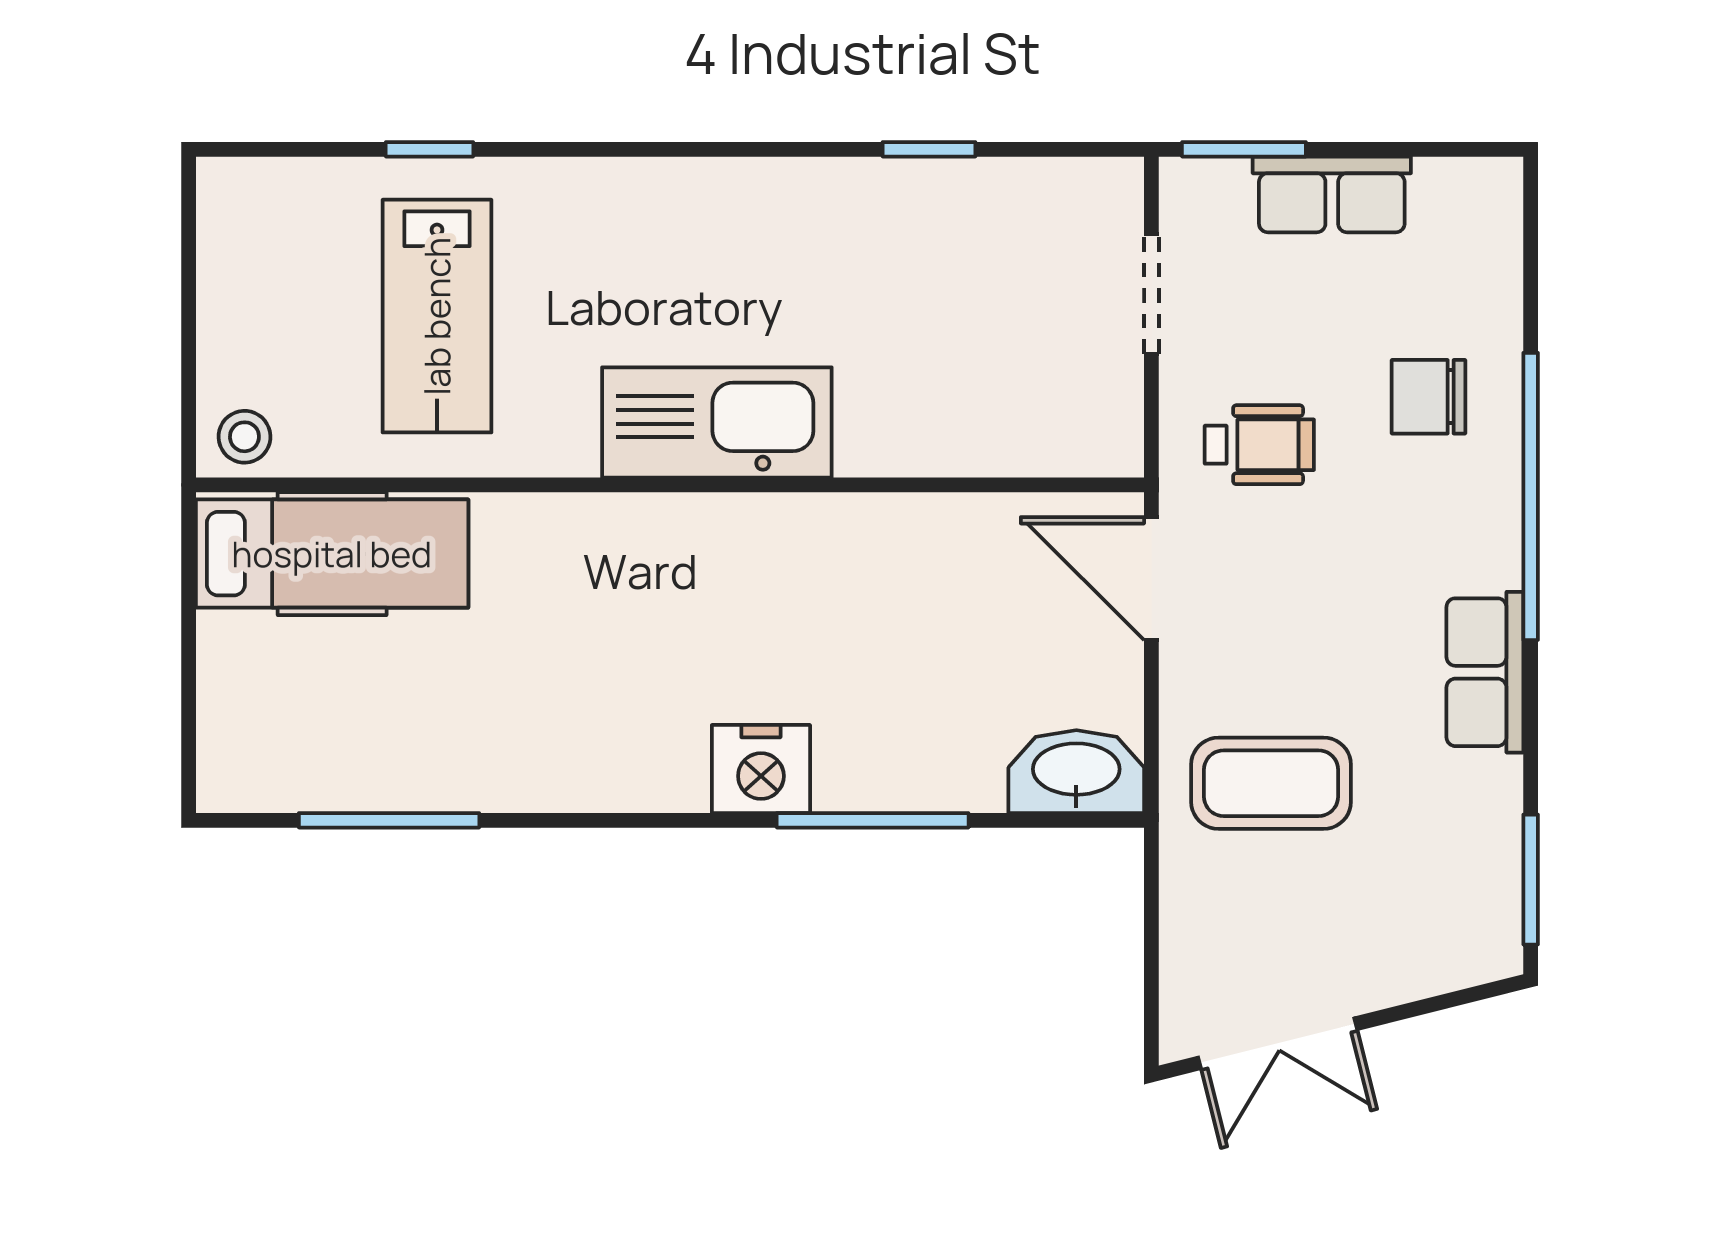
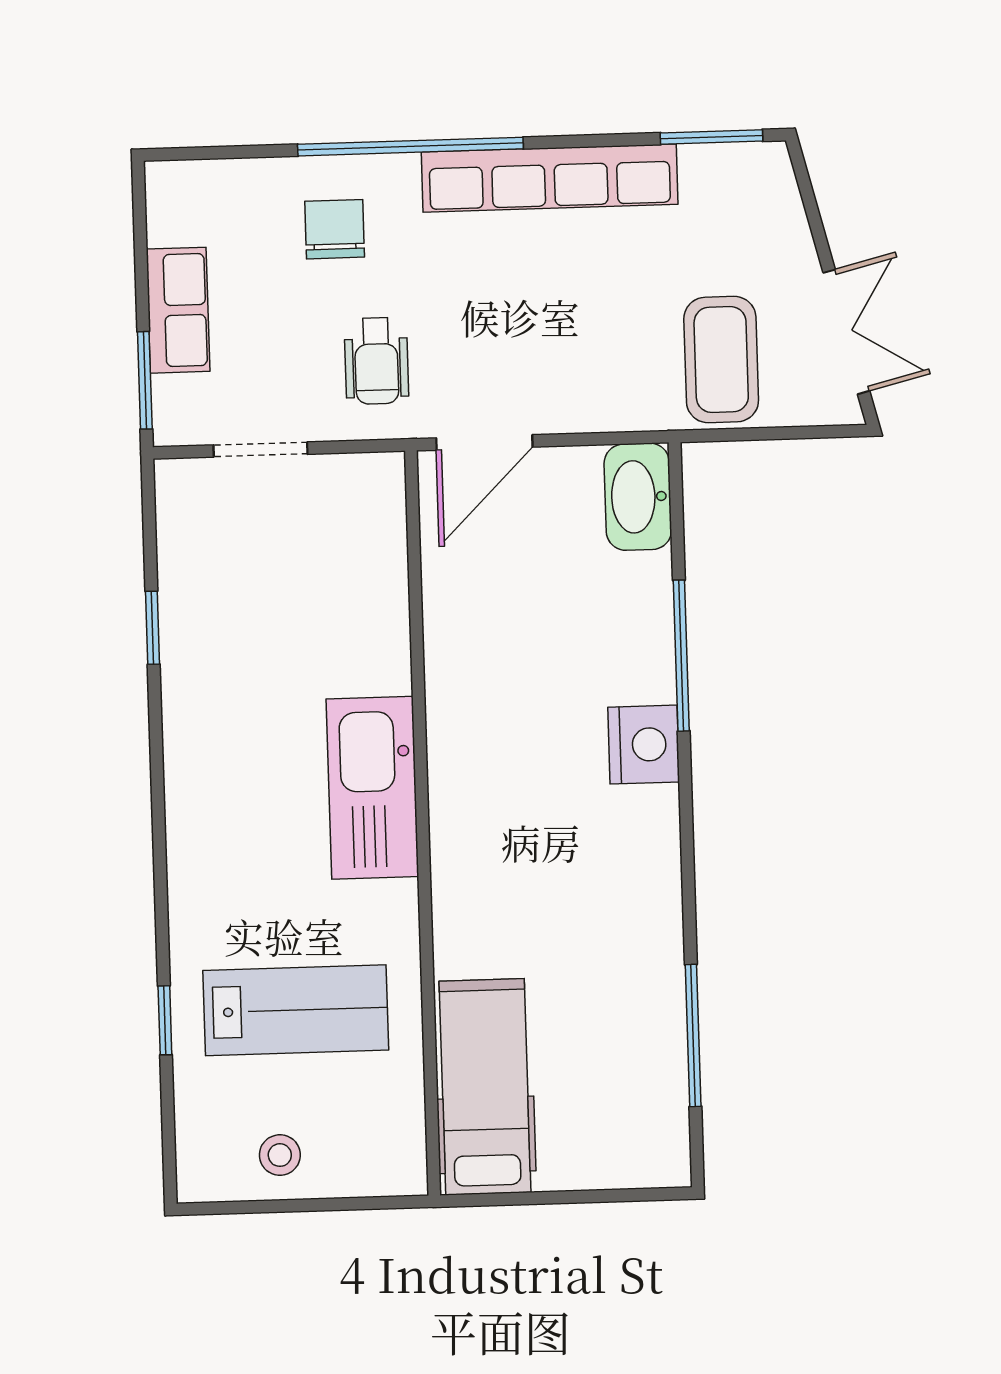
chair: (1429, 397) -> (335, 229), turned 180
stool: (244, 437) -> (280, 1155), moved
wheelchair: (1259, 445) -> (376, 361), turned 180
row of seats: (1485, 672) -> (550, 178), width x2.02
coffee table: (1271, 783) -> (721, 360), moved

